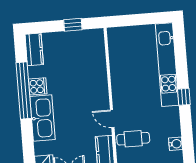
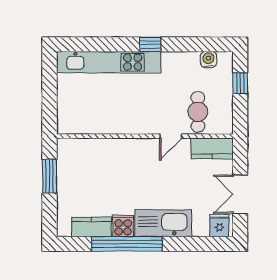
window: (73, 25) -> (50, 176), width x1.50
kitchen counter: (34, 49) -> (92, 227), moved

